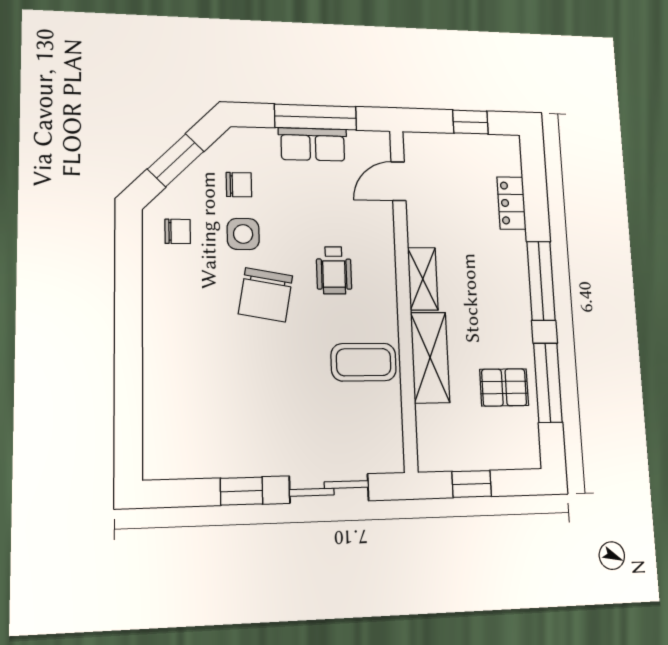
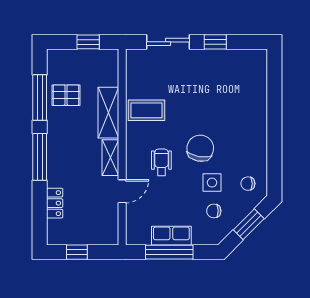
door: (399, 181) -> (122, 191), moved

